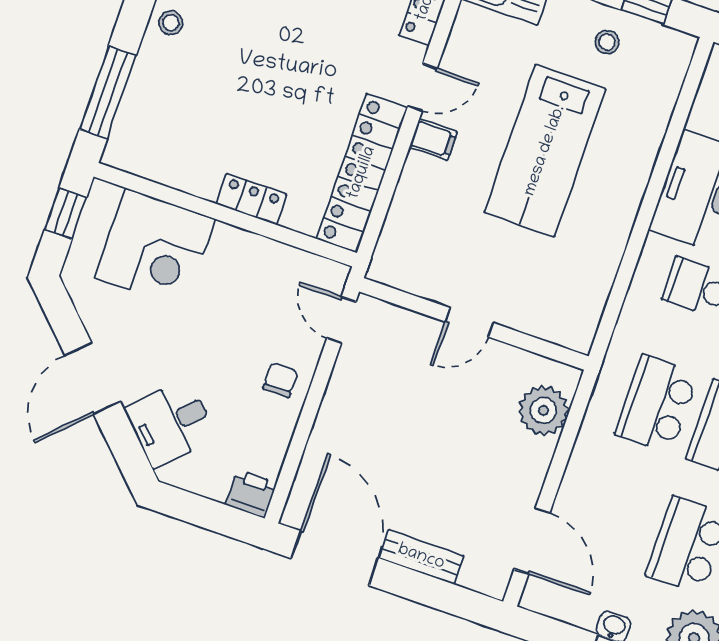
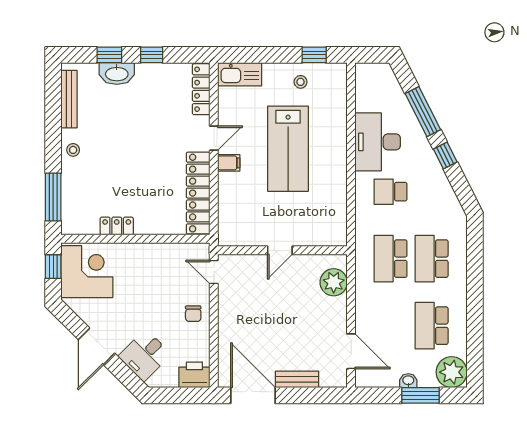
locker: (251, 199) -> (117, 226), moved
corner desk: (155, 248) -> (87, 272), moved, turned -90
chair: (280, 380) -> (193, 314), turned 180
printer: (251, 494) -> (194, 375), width x1.36, depth x1.24

